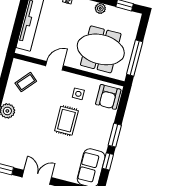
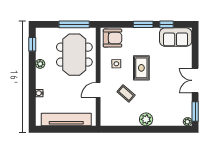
door: (54, 66) -> (98, 90), hinge flipped
coffee table: (26, 82) -> (126, 94), moved
rug: (66, 121) -> (141, 68), turned 90

